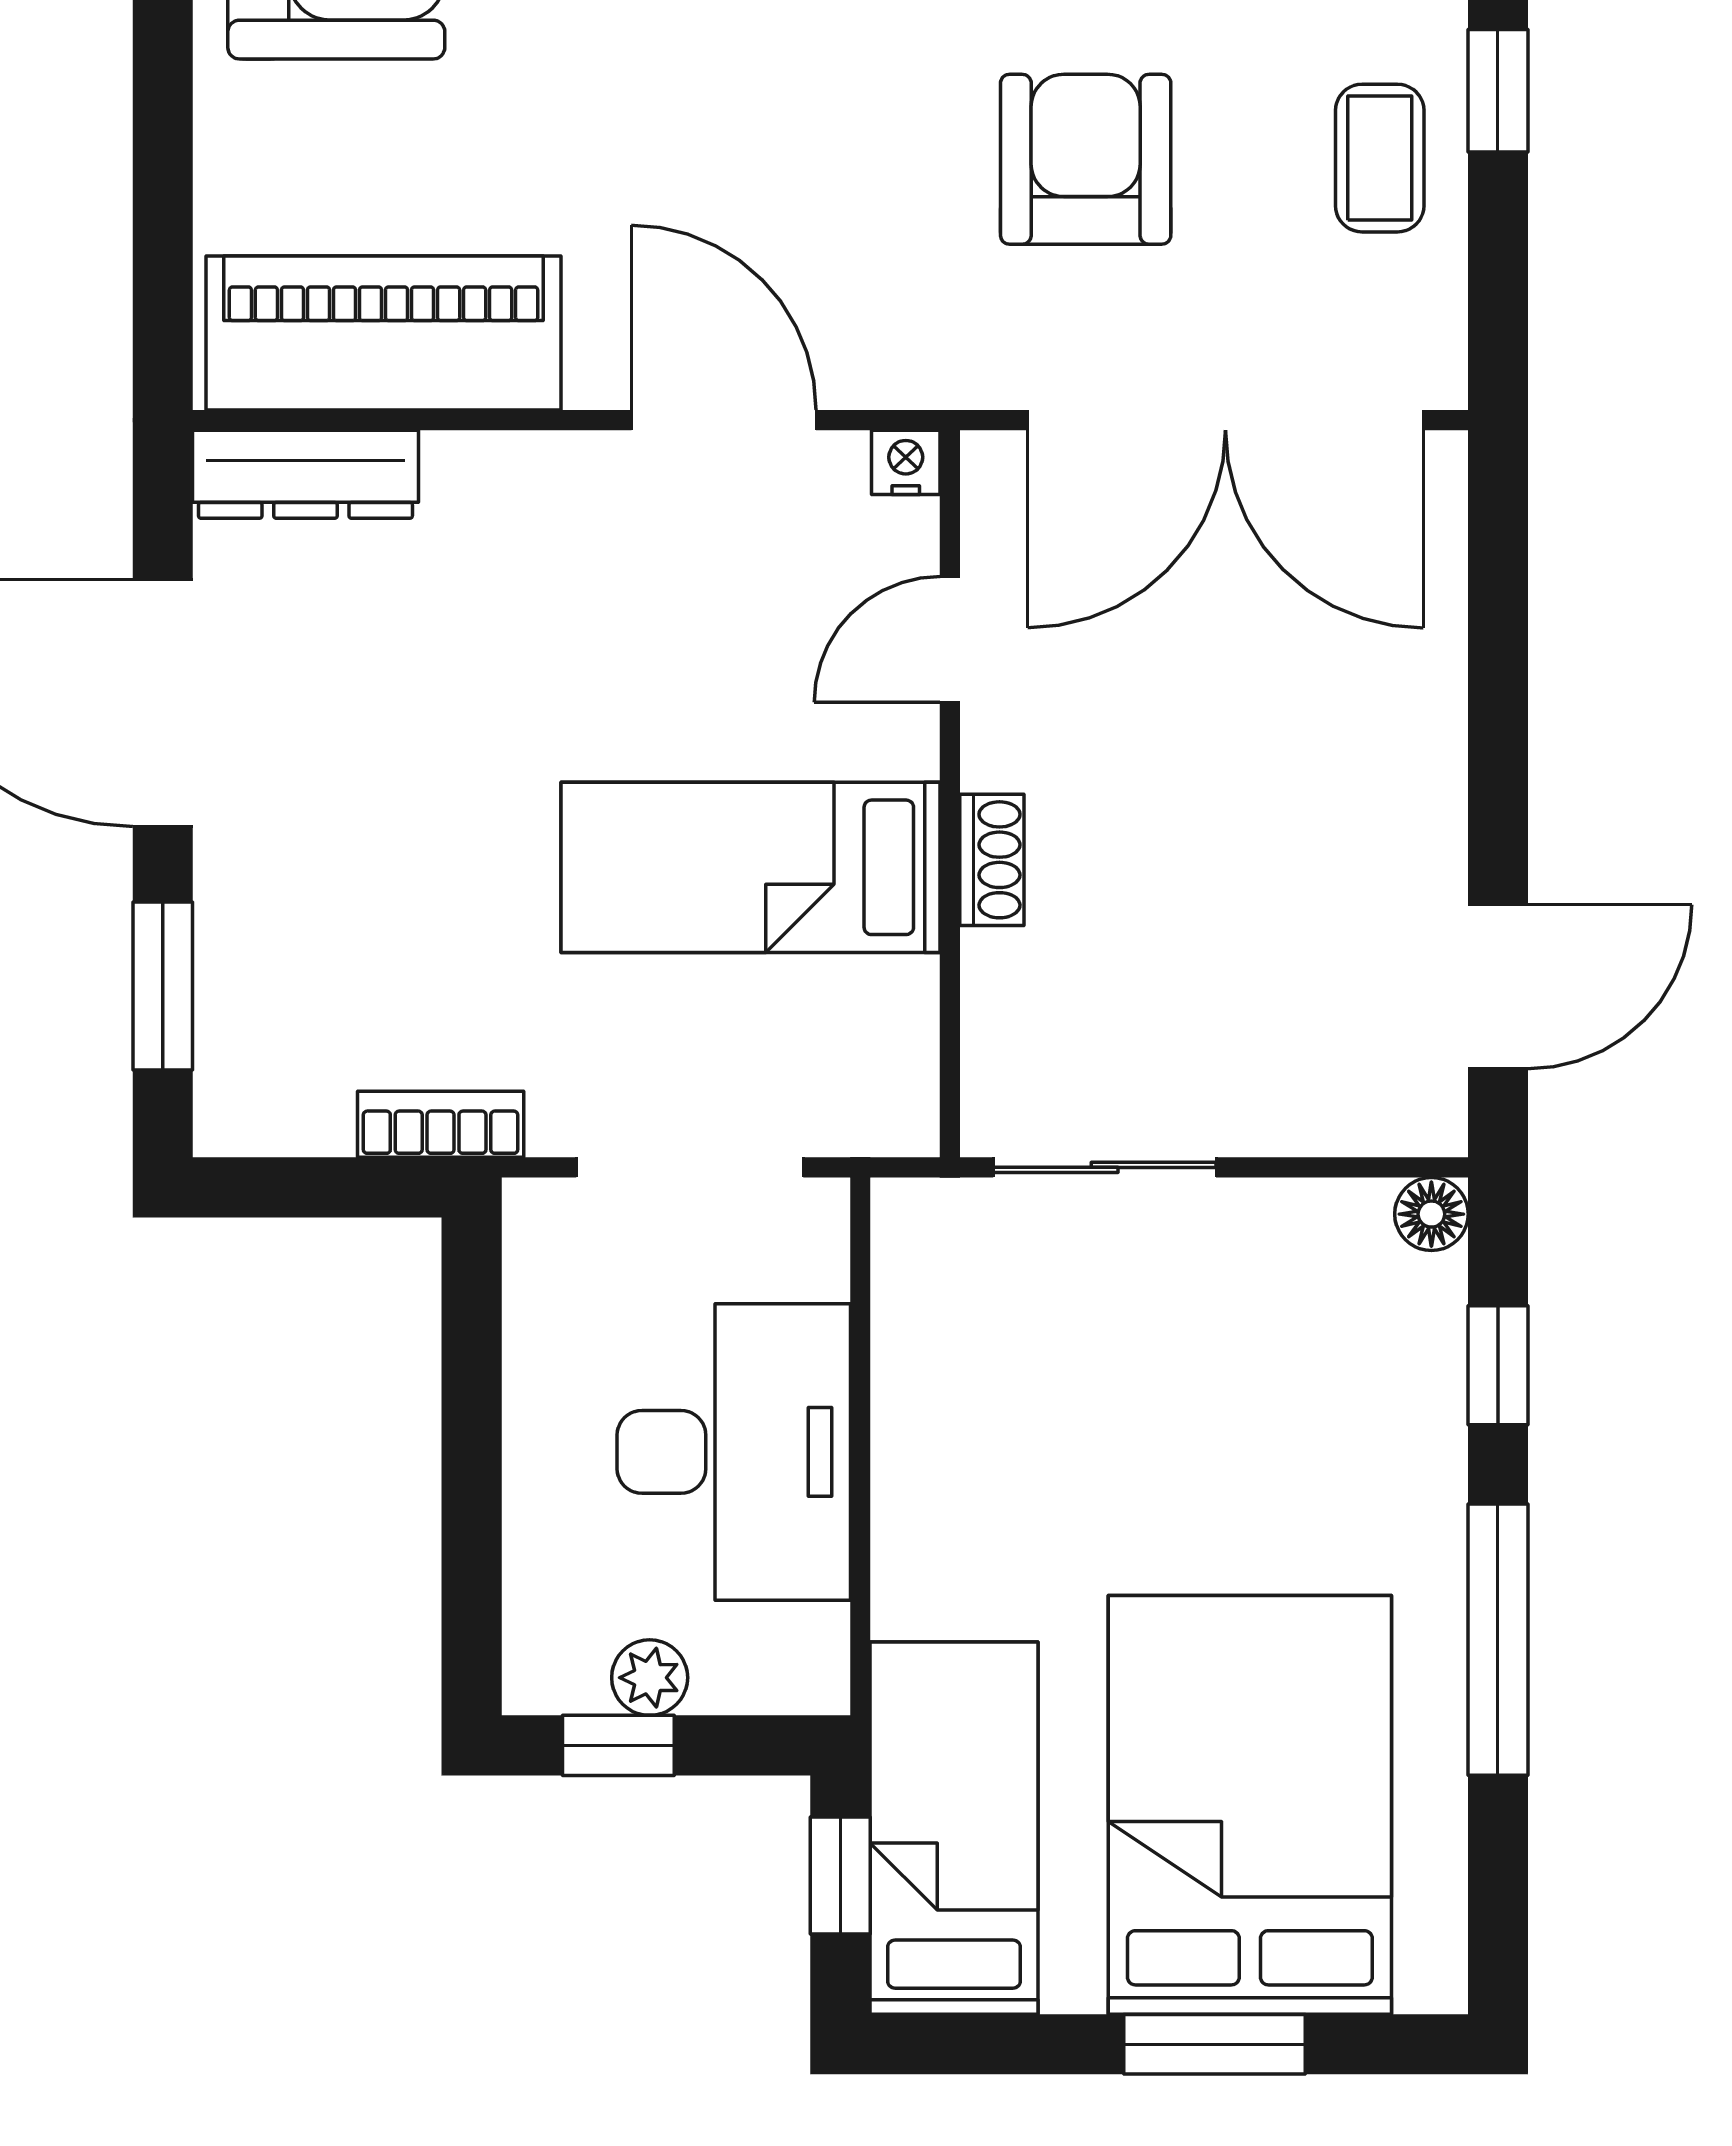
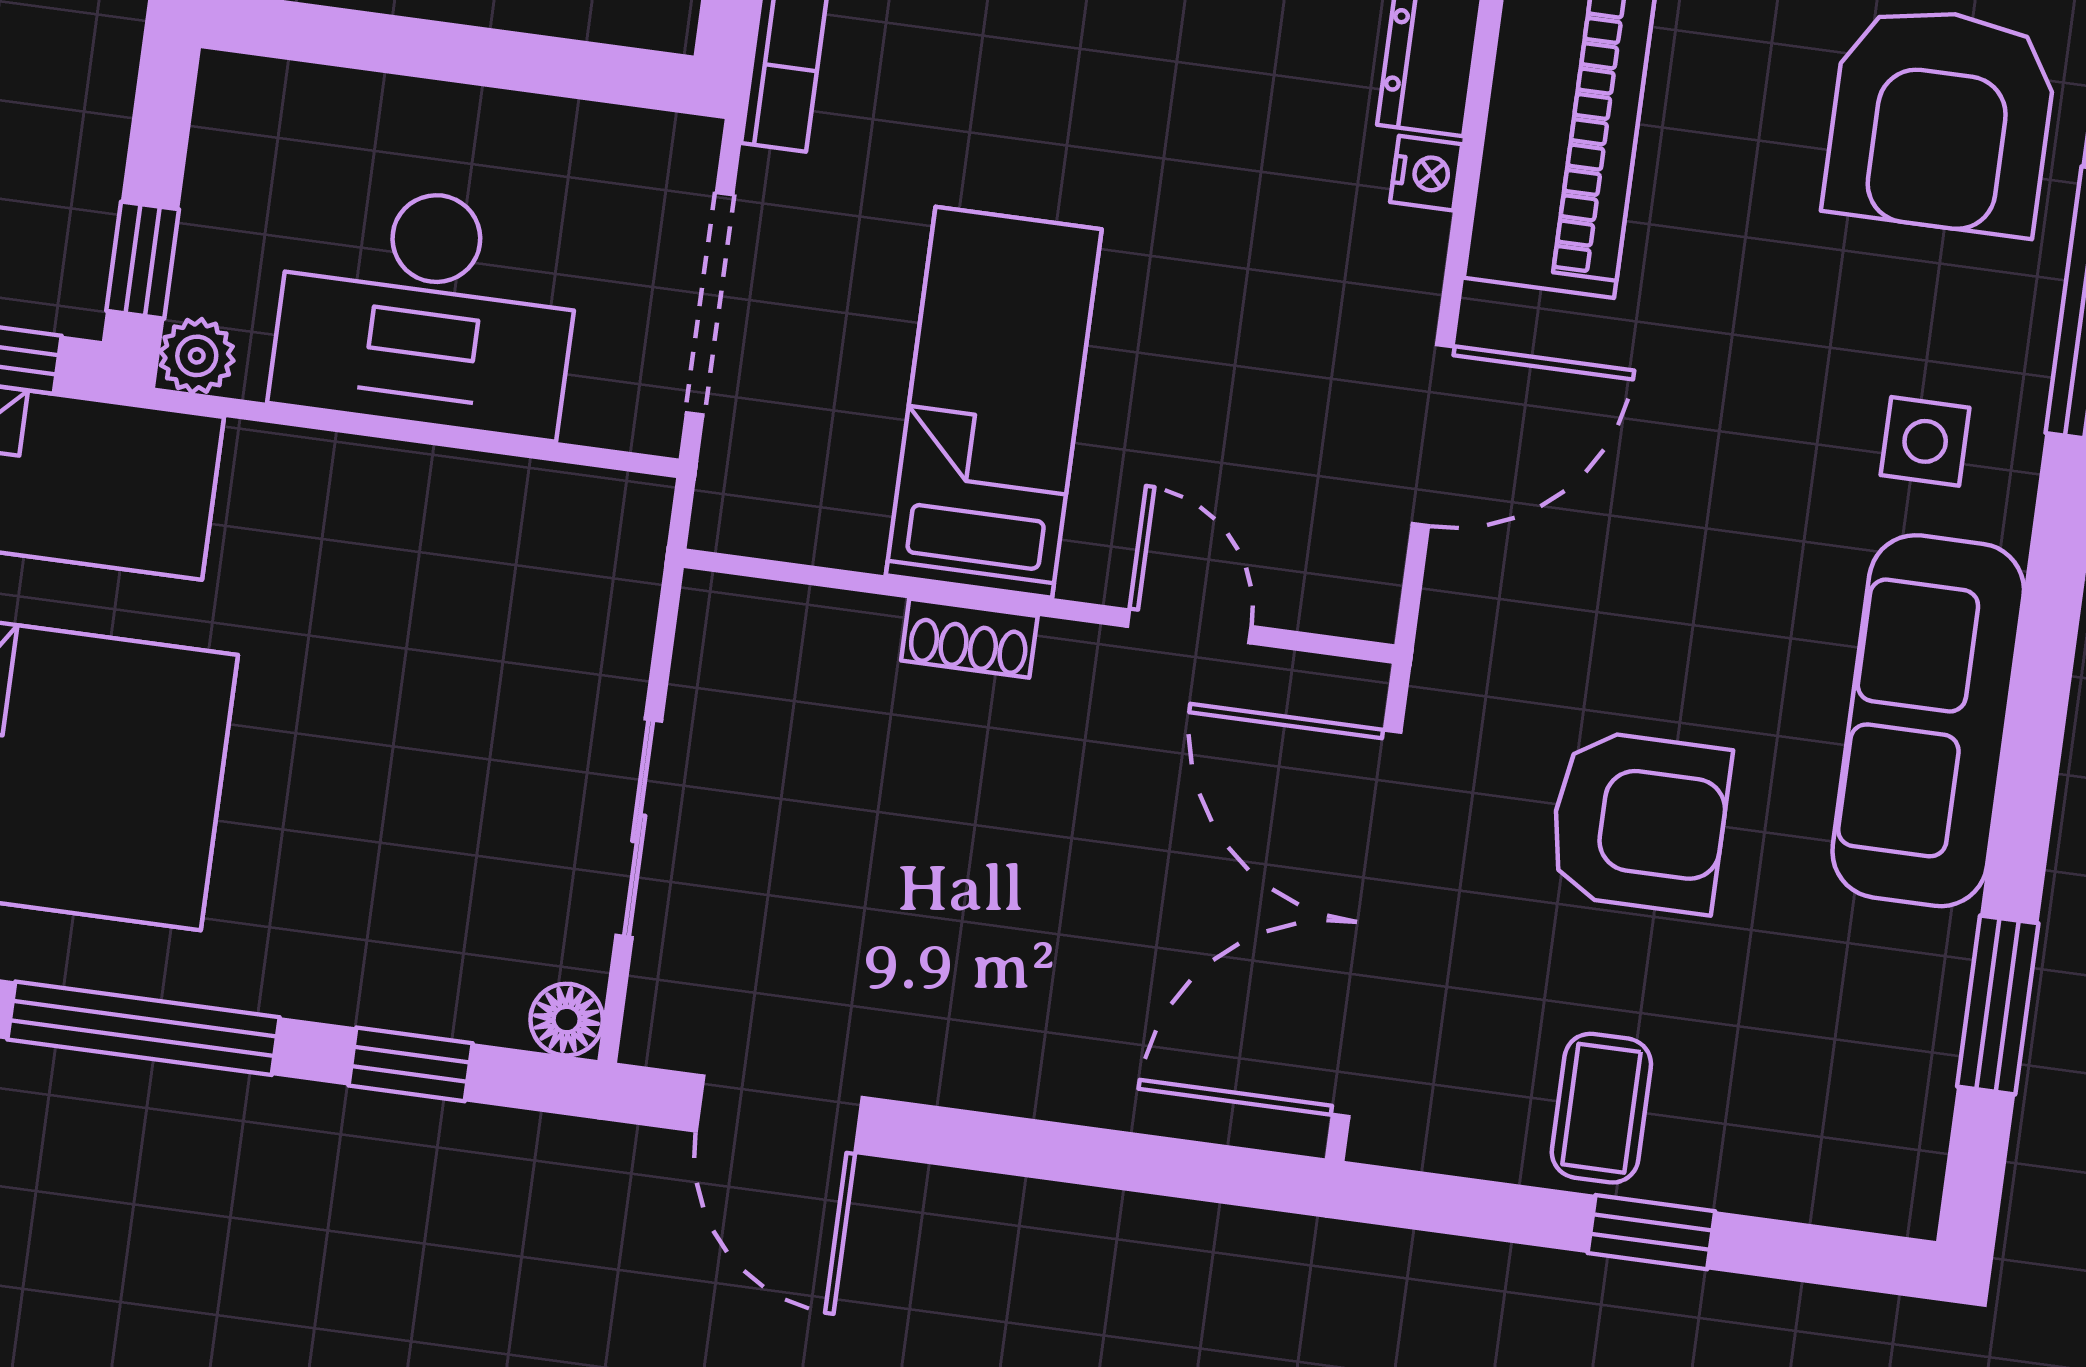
coffee table: (1380, 158) -> (1601, 1108), turned 90
nightstand: (906, 462) -> (1426, 173), moved
sliding door: (1105, 1167) -> (639, 828), moved
plant: (650, 1678) -> (197, 356), moved
window: (618, 1745) -> (143, 260), moved

